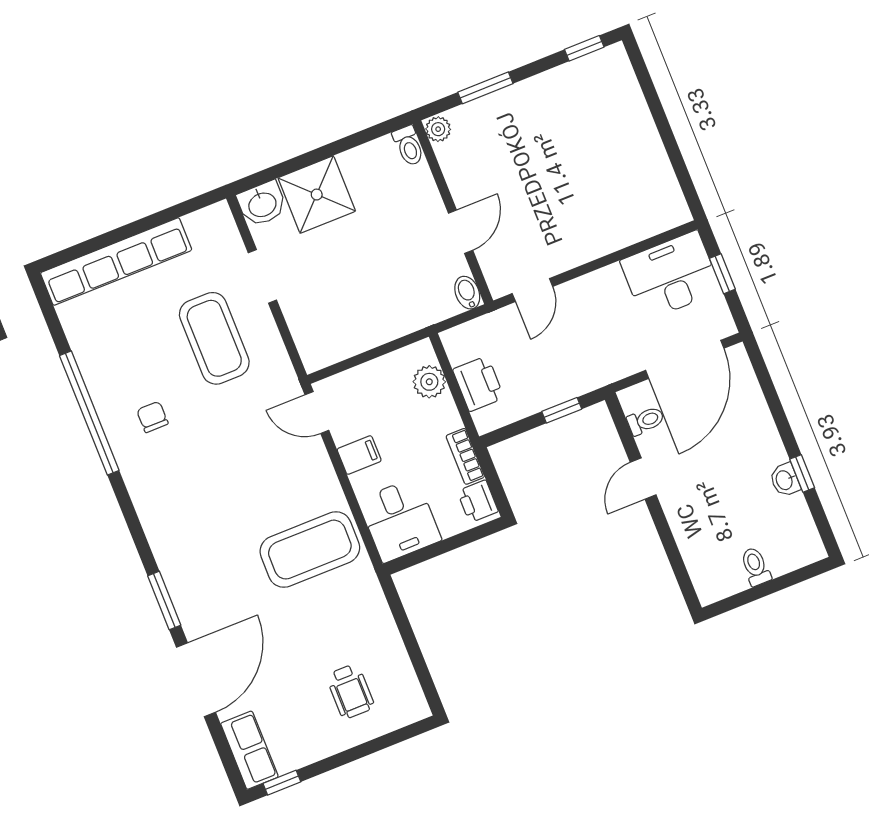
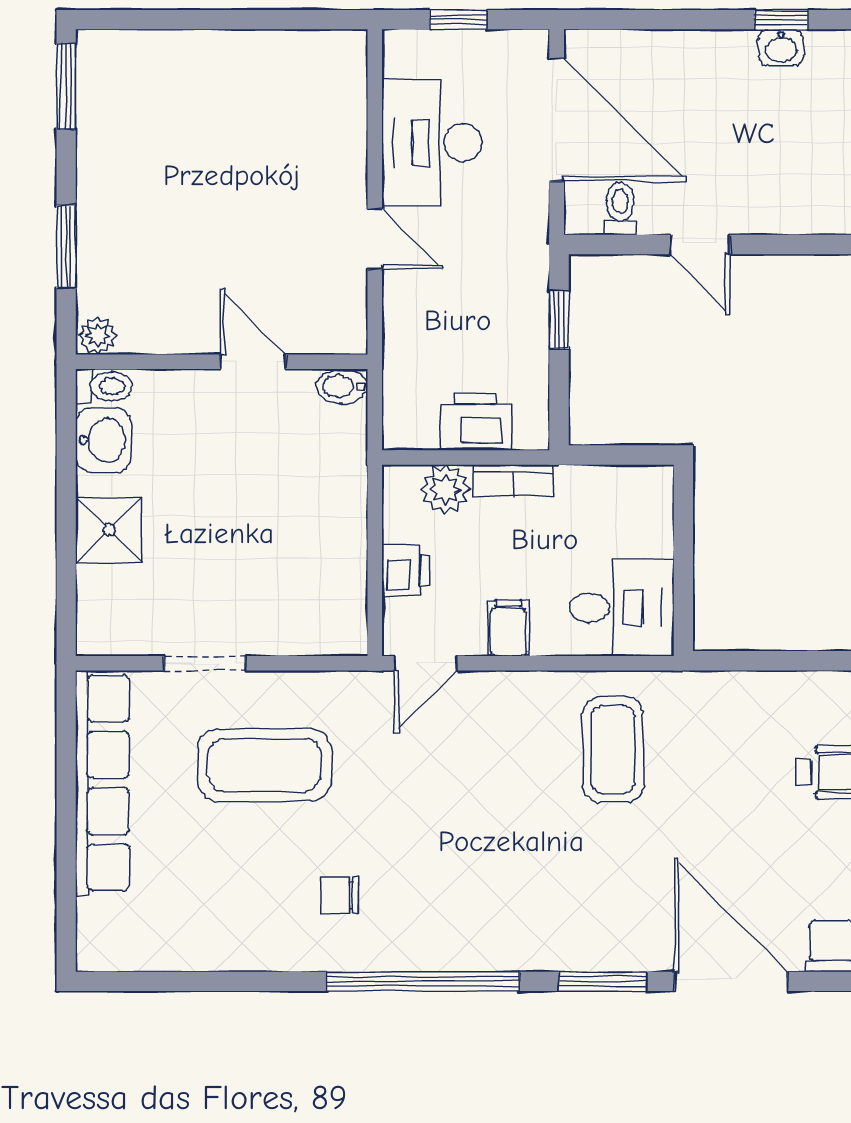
window: (584, 48) -> (66, 86), width x1.50
shower: (317, 195) -> (109, 530), width x0.73, depth x0.73
washbasin: (262, 204) -> (103, 440), moved
row of seats: (116, 262) -> (102, 783), moved
desk: (671, 276) -> (432, 143), moved
door: (532, 290) -> (375, 239), moved
window: (89, 413) -> (423, 981), moved
bookcase: (465, 456) -> (513, 481), moved
printer: (478, 501) -> (406, 570), moved, turned -90
coffee table: (310, 550) -> (613, 750), width x0.73, depth x0.76

